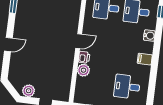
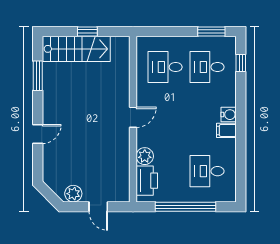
water cooler: (149, 36) -> (229, 115), moved
printer: (84, 57) -> (147, 181), moved, width x1.87, depth x1.48

